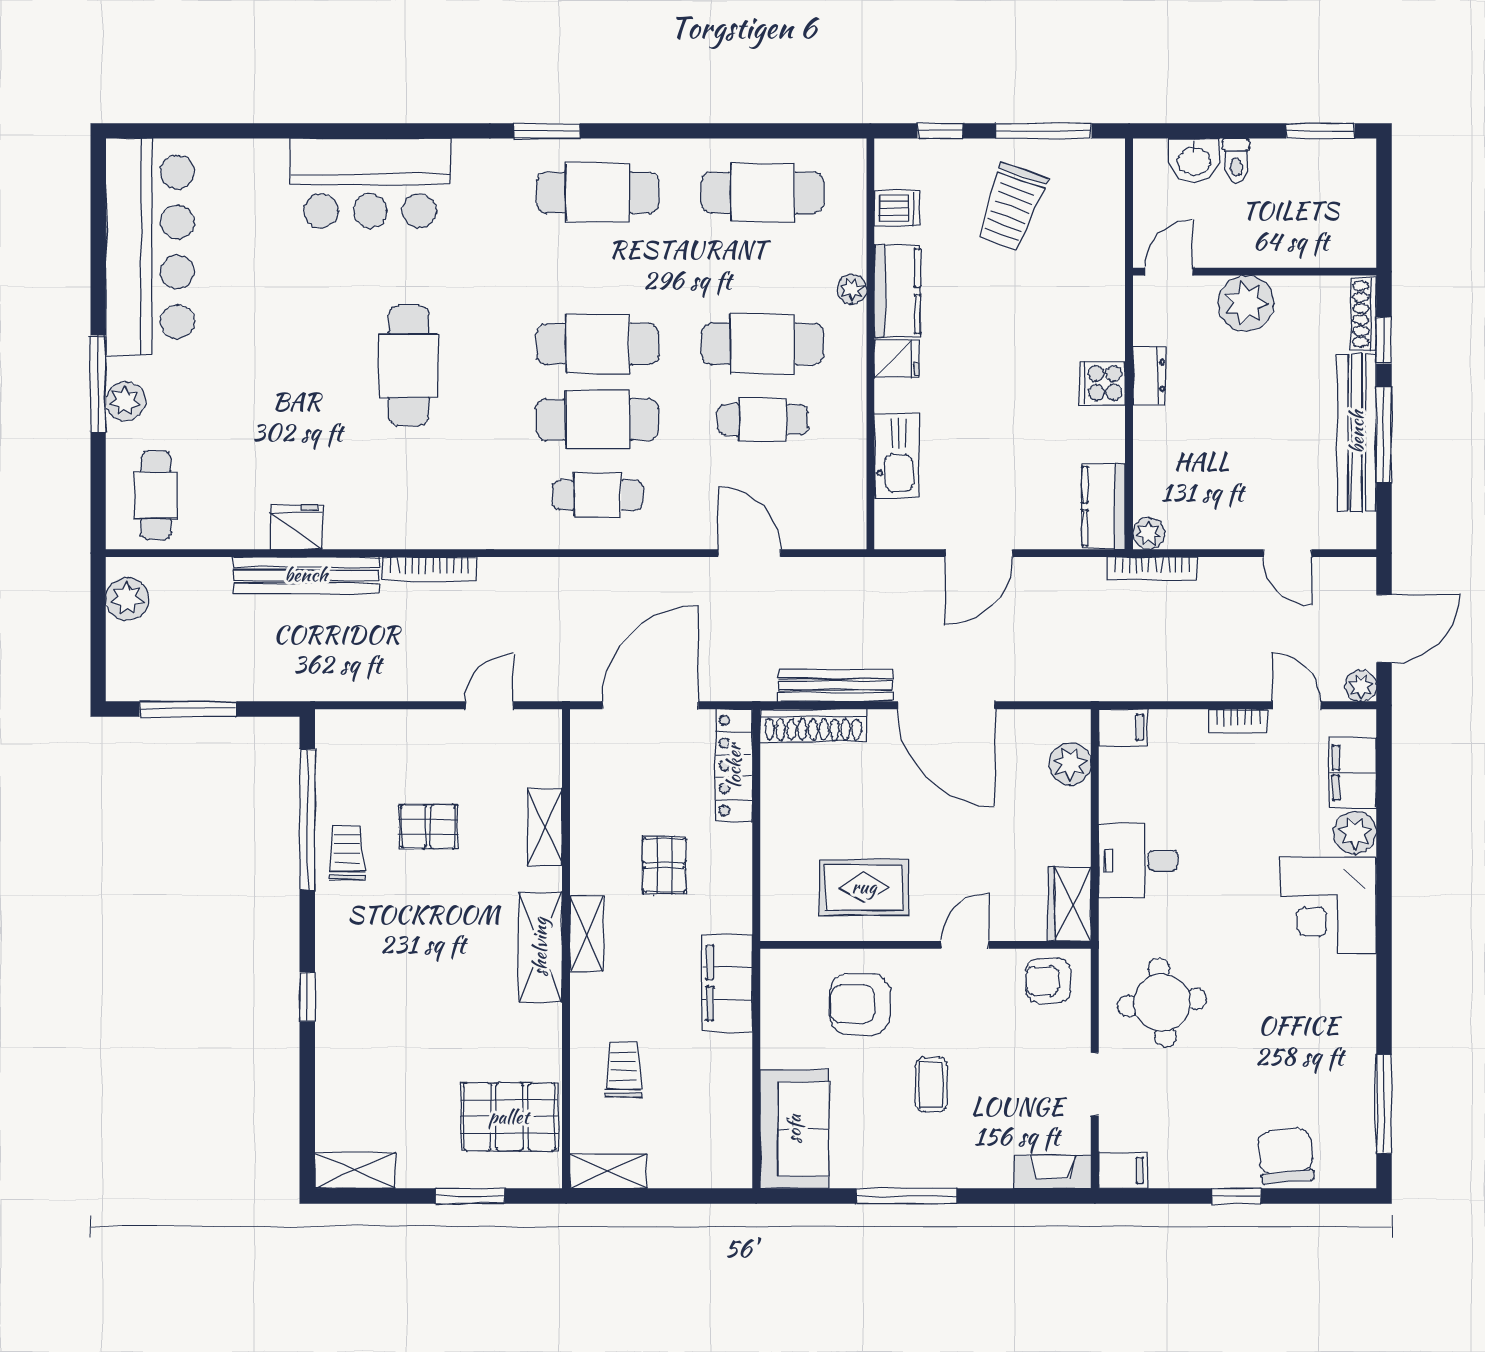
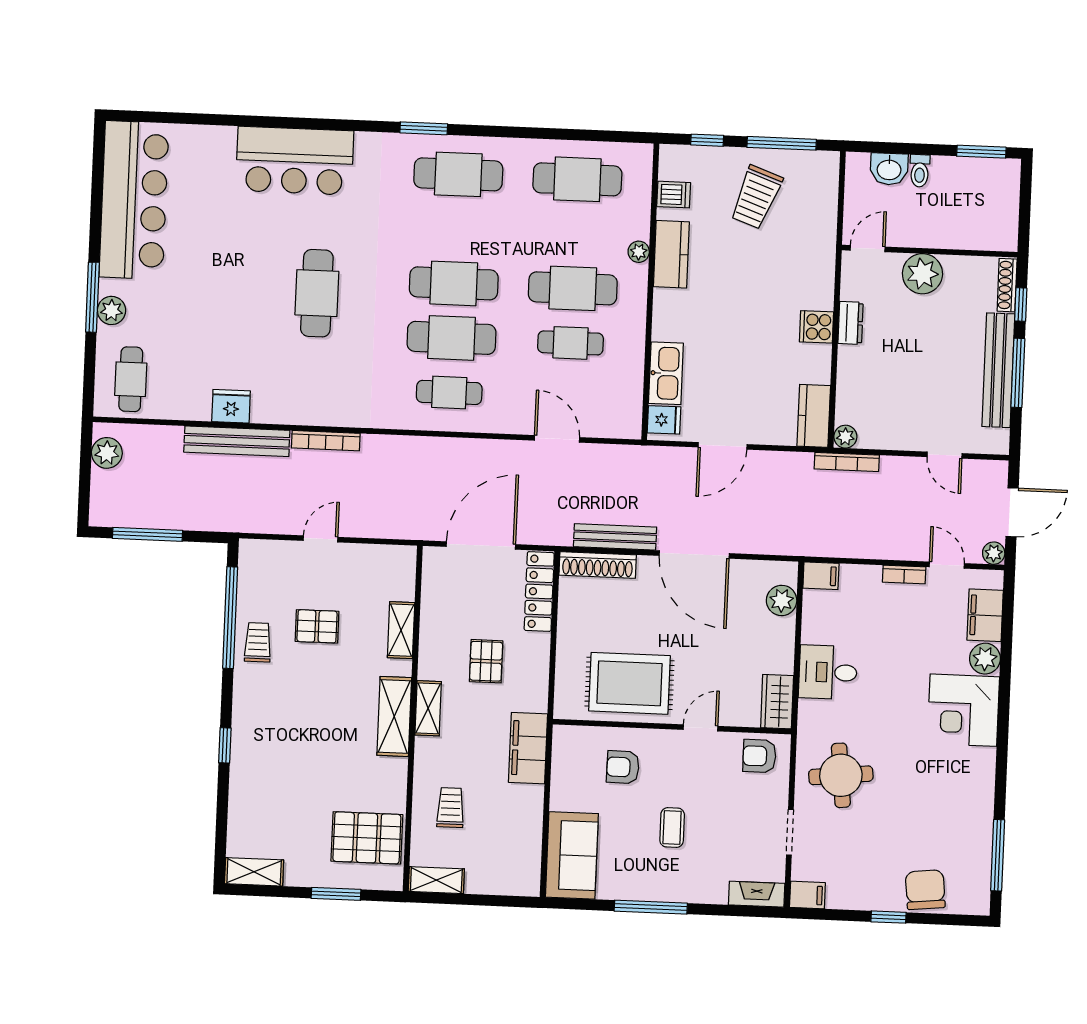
fridge: (897, 359) -> (664, 420), moved
door: (489, 705) -> (321, 539), moved
rug: (864, 887) -> (630, 683), width x1.36, depth x1.43
armchair: (860, 1004) -> (623, 767), width x0.72, depth x0.72

